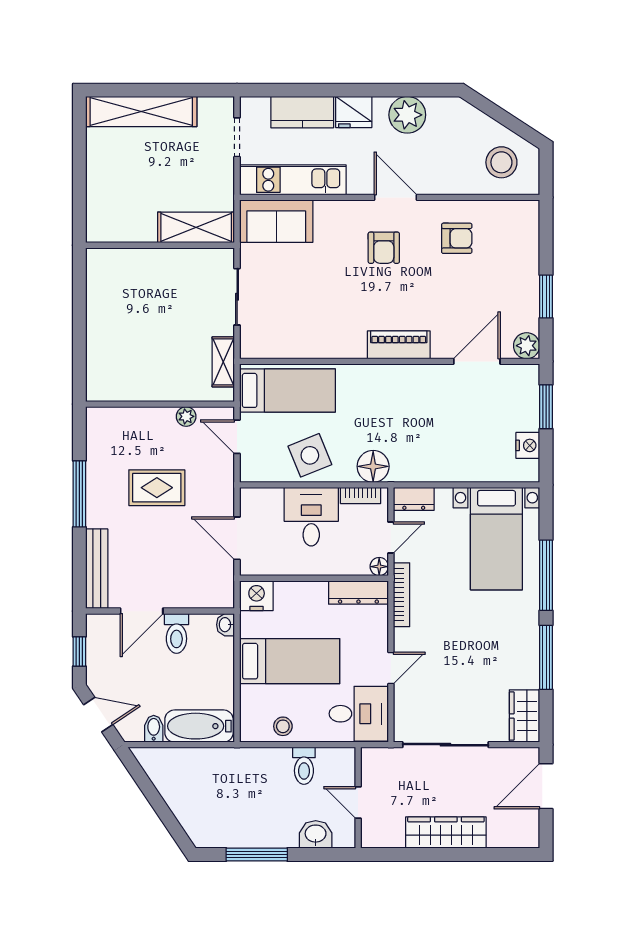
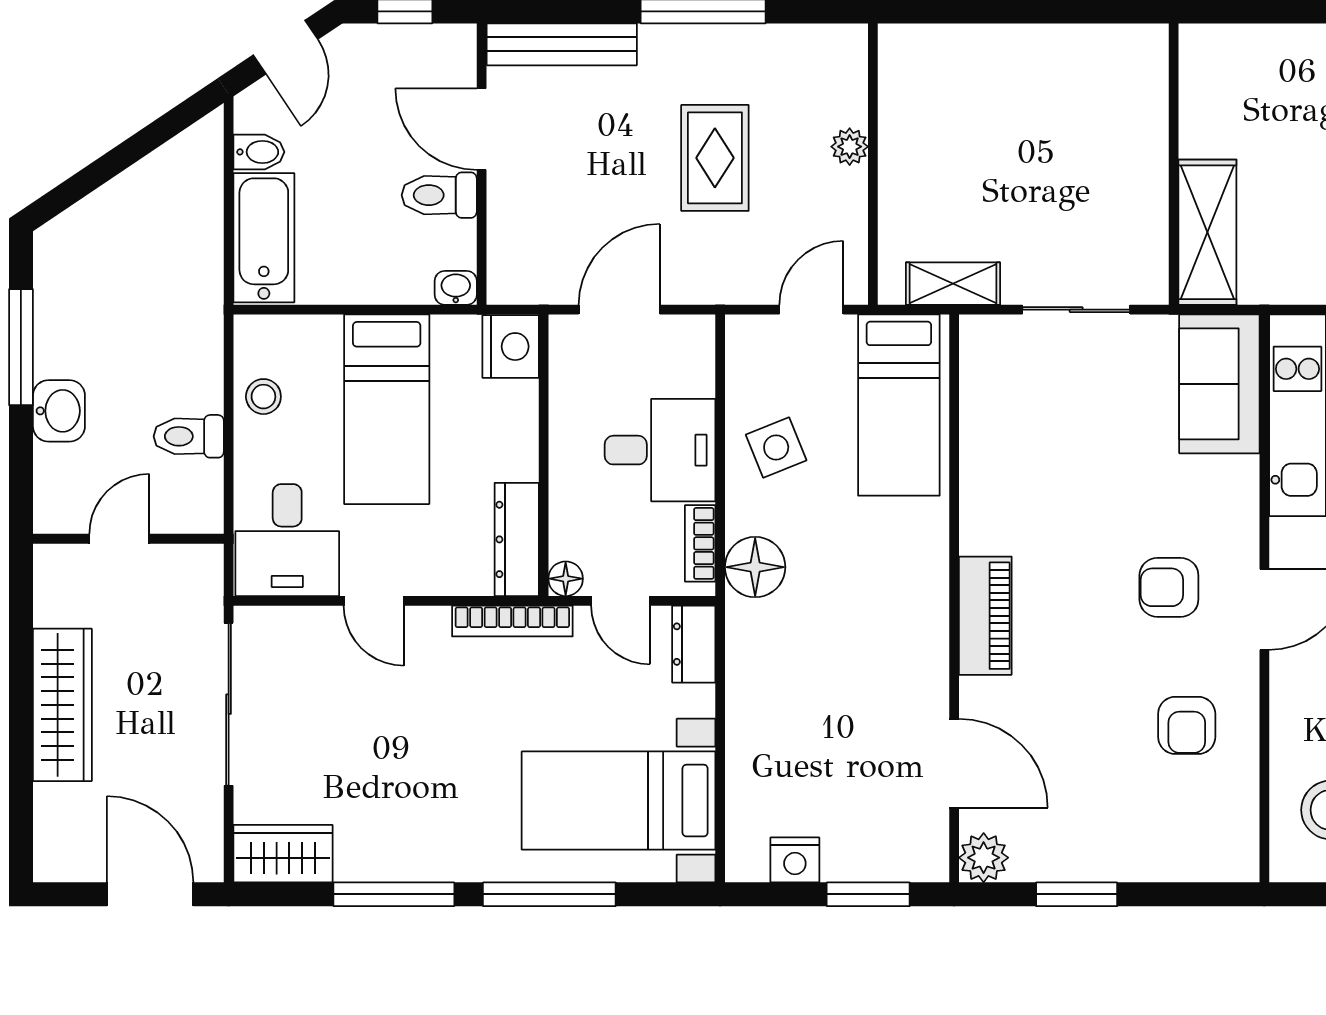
plant: (186, 416) -> (850, 147), moved
side table: (310, 455) -> (776, 447), width x0.73, depth x0.73
washbasin: (316, 834) -> (59, 411), moved

